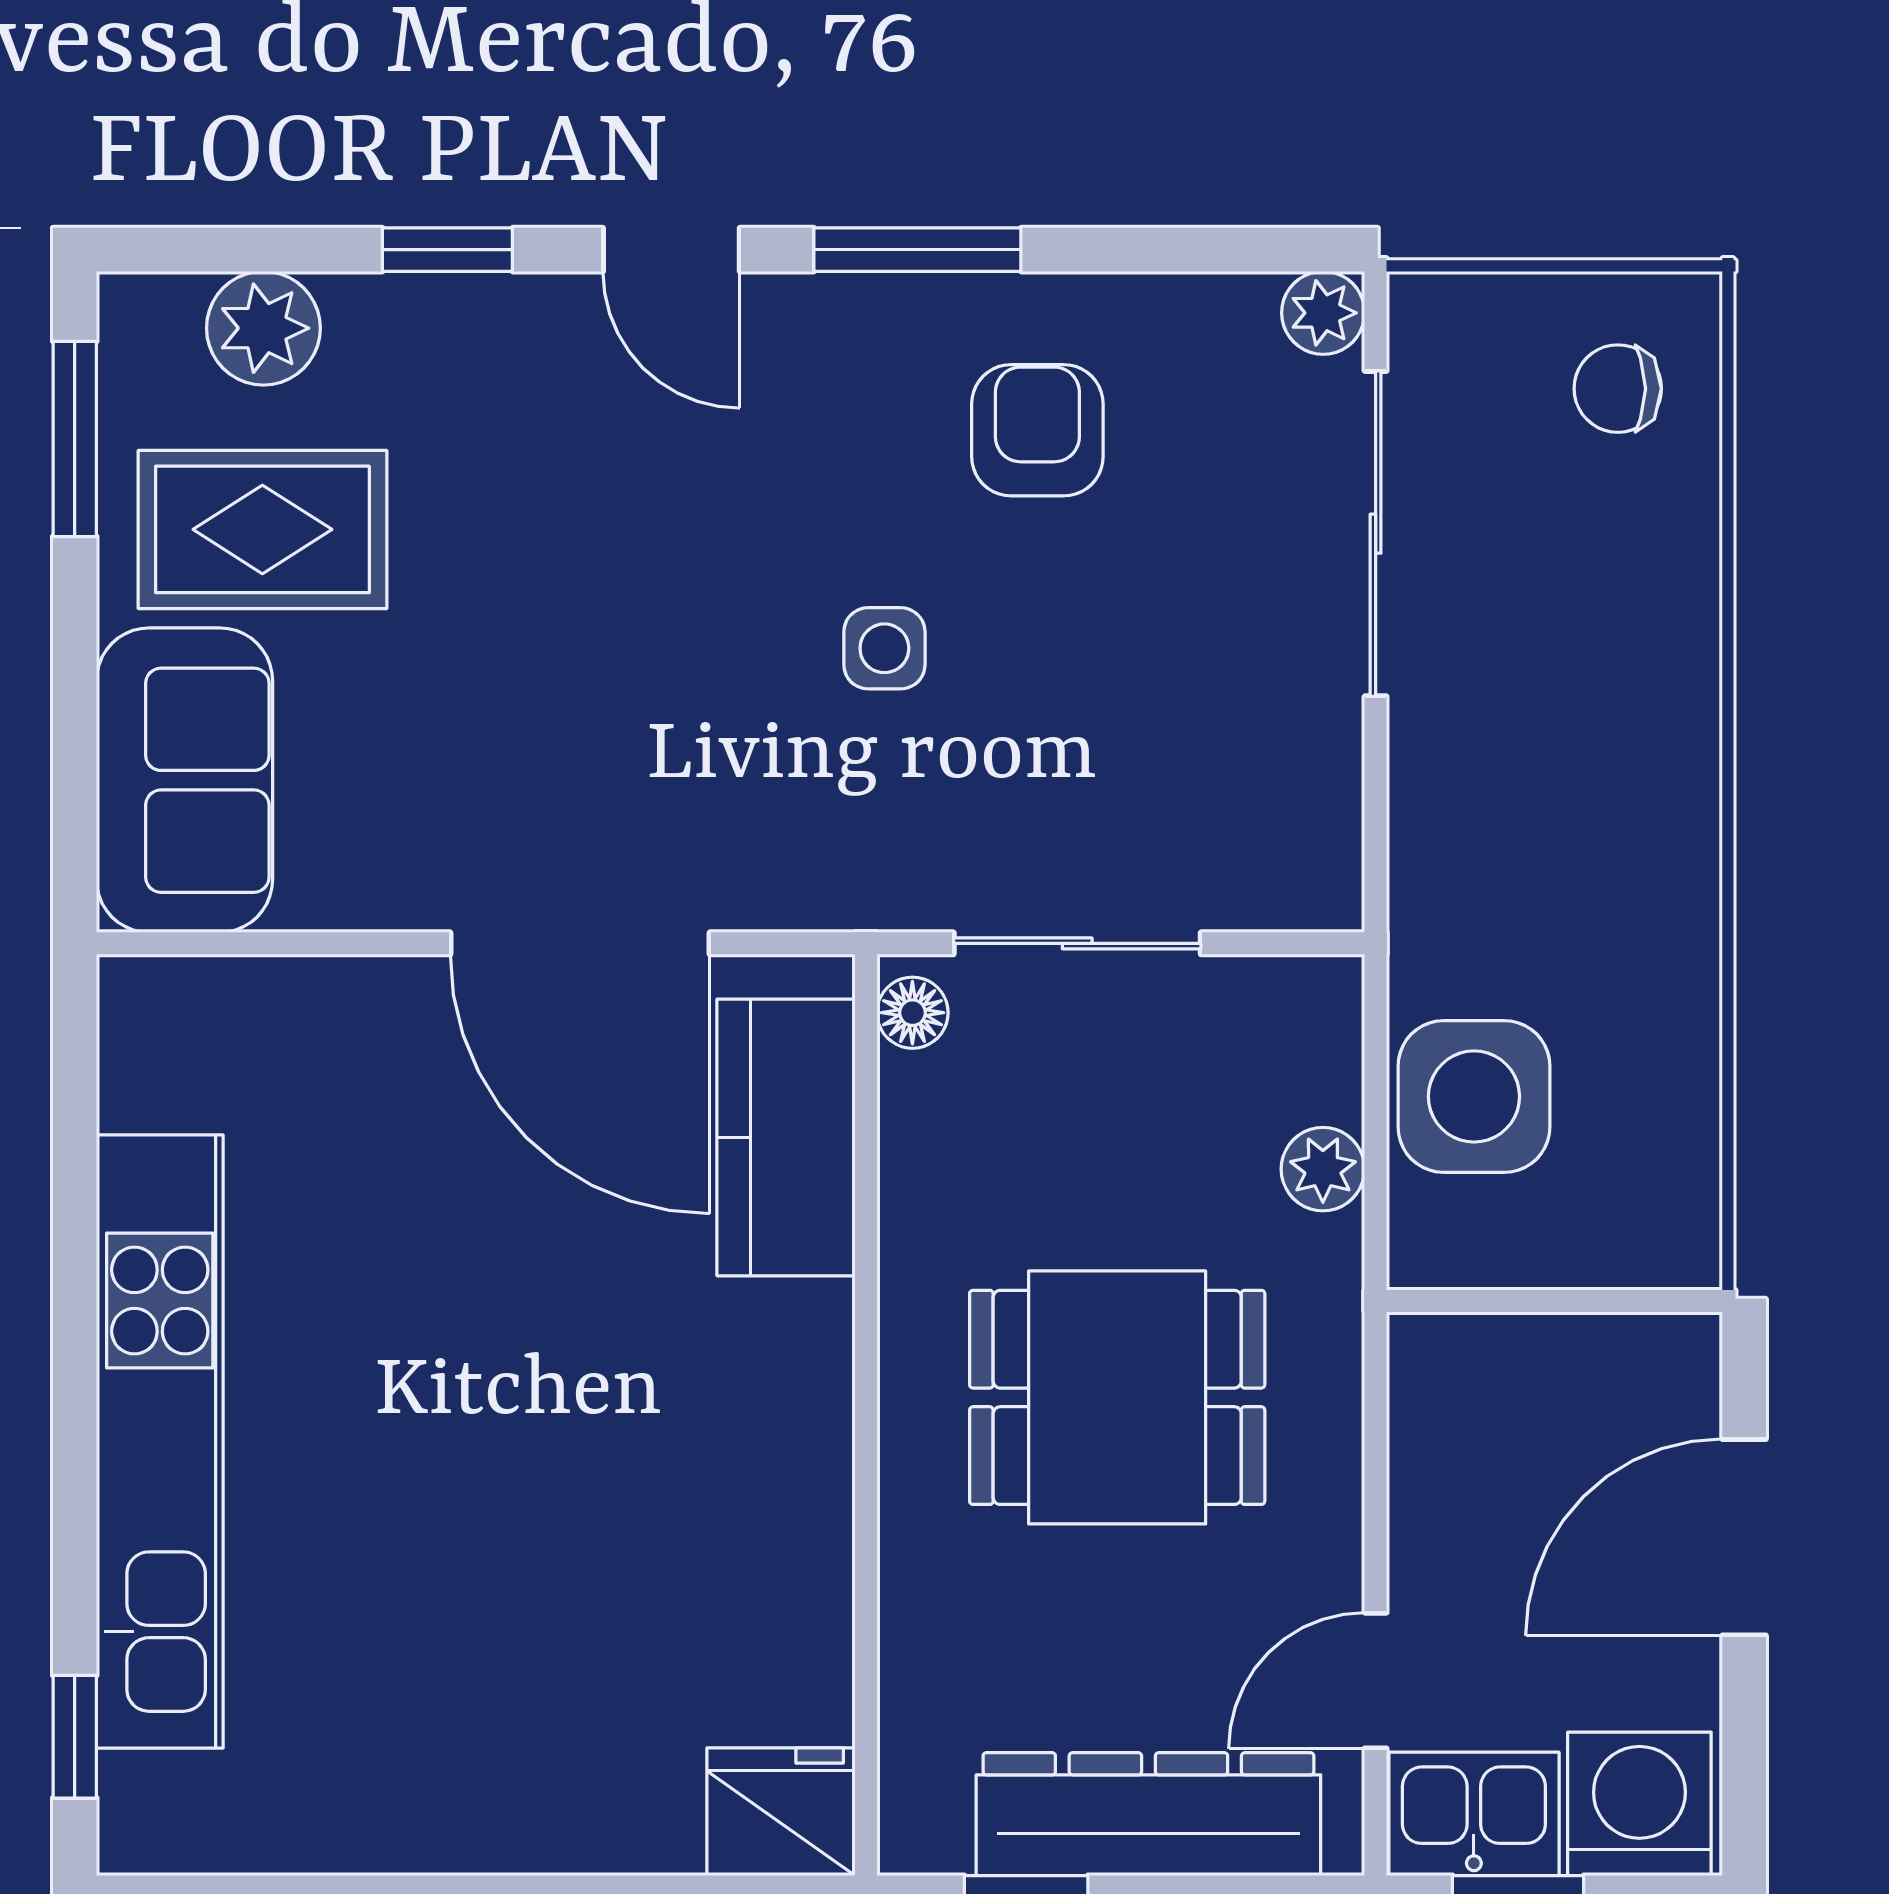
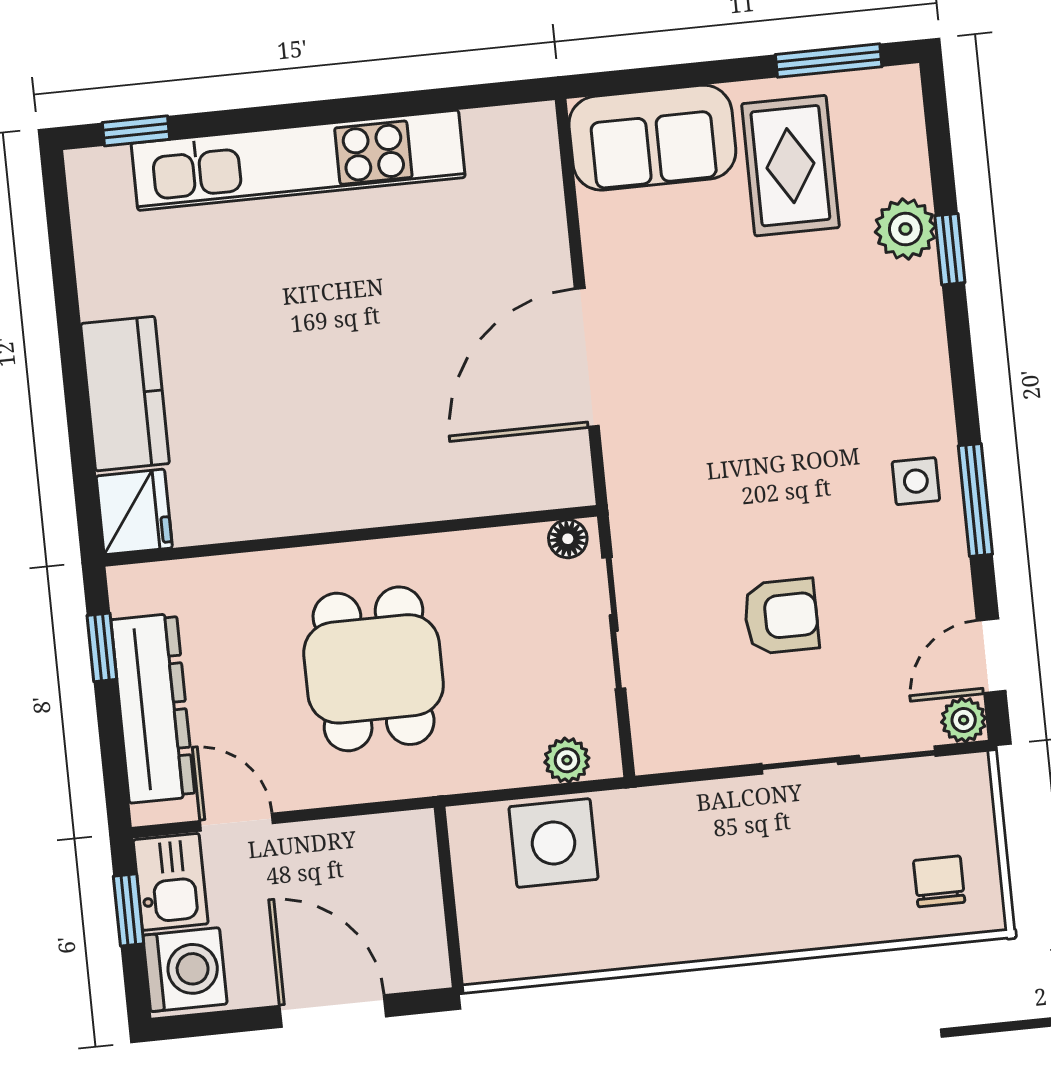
door: (671, 250) -> (991, 656), moved
plant: (263, 328) -> (905, 229), moved
armchair: (1037, 430) -> (781, 616), moved
side table: (884, 648) -> (916, 481), moved
kitchen counter: (786, 1137) -> (125, 394), moved, turned 90
plant: (1323, 1169) -> (567, 760), moved

